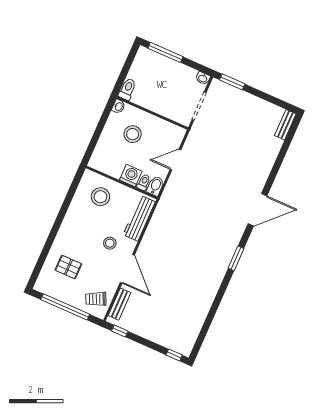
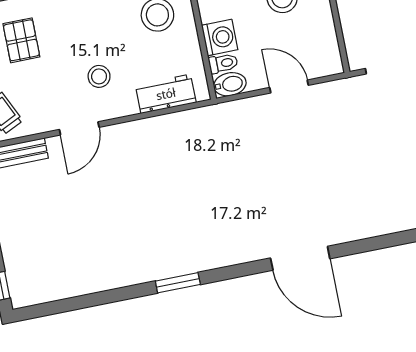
workbench: (139, 218) -> (166, 94), width x0.73
window: (236, 258) -> (178, 283), moved
door: (127, 269) -> (79, 128), width x0.73

